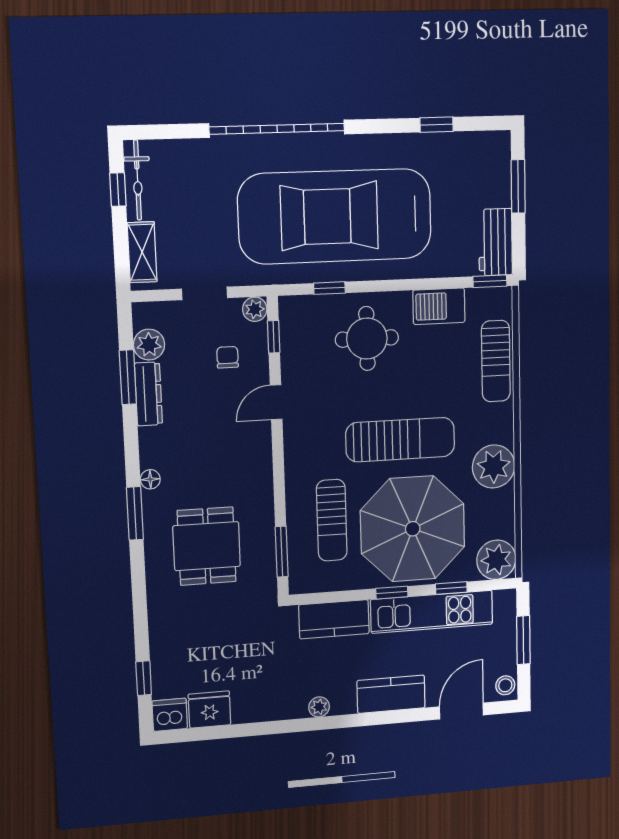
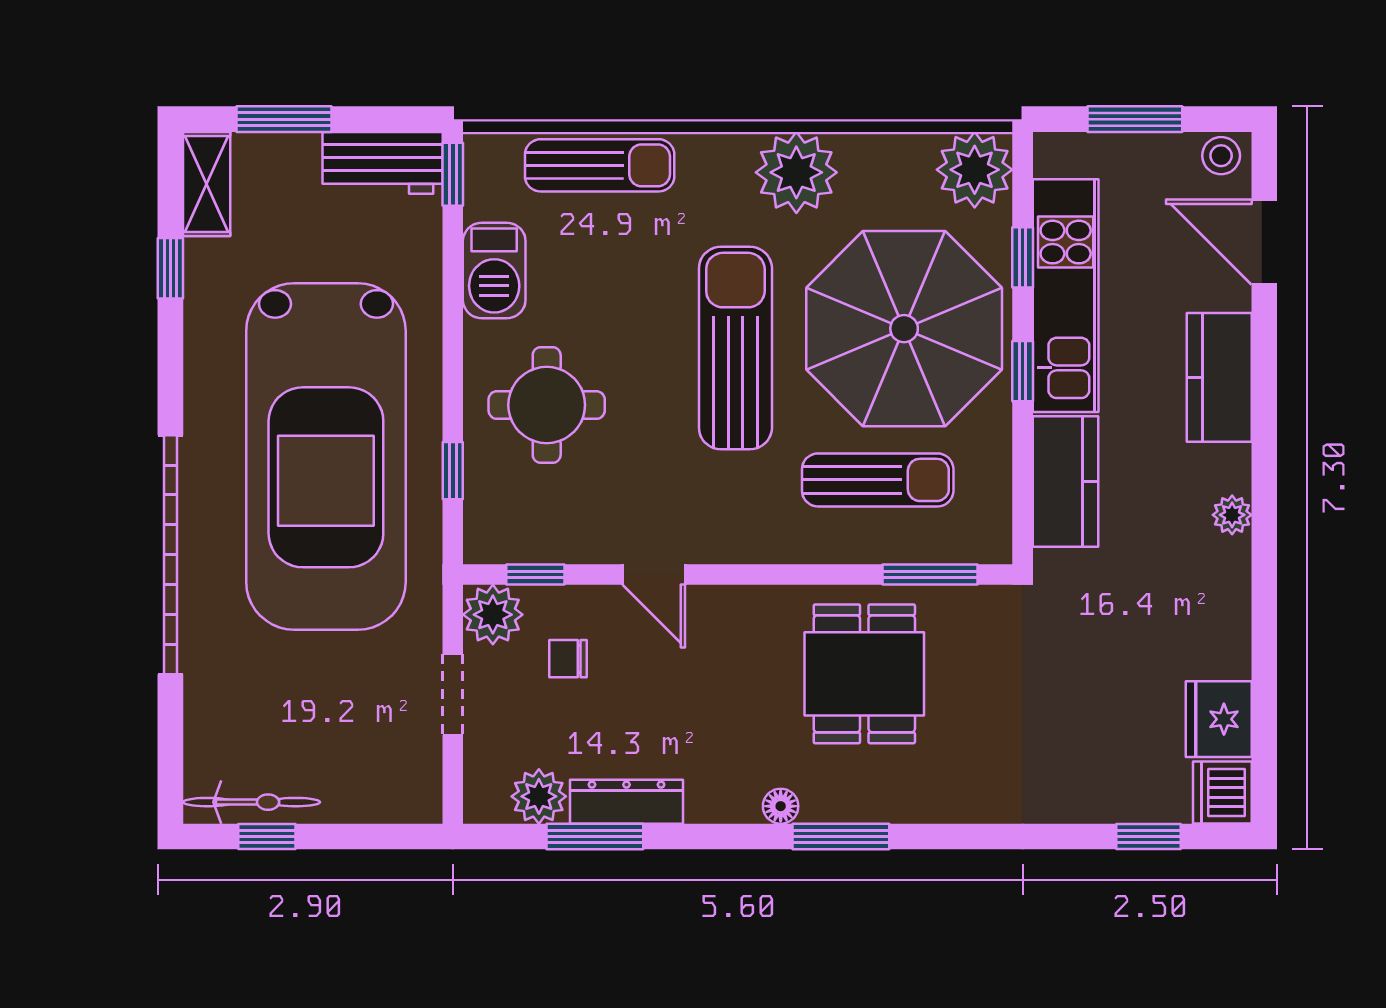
shelving: (142, 252) -> (207, 184), moved, turned 90
plant: (255, 309) -> (493, 615), width x1.38, depth x1.38
dining table: (207, 546) -> (864, 674), moved, turned 90

